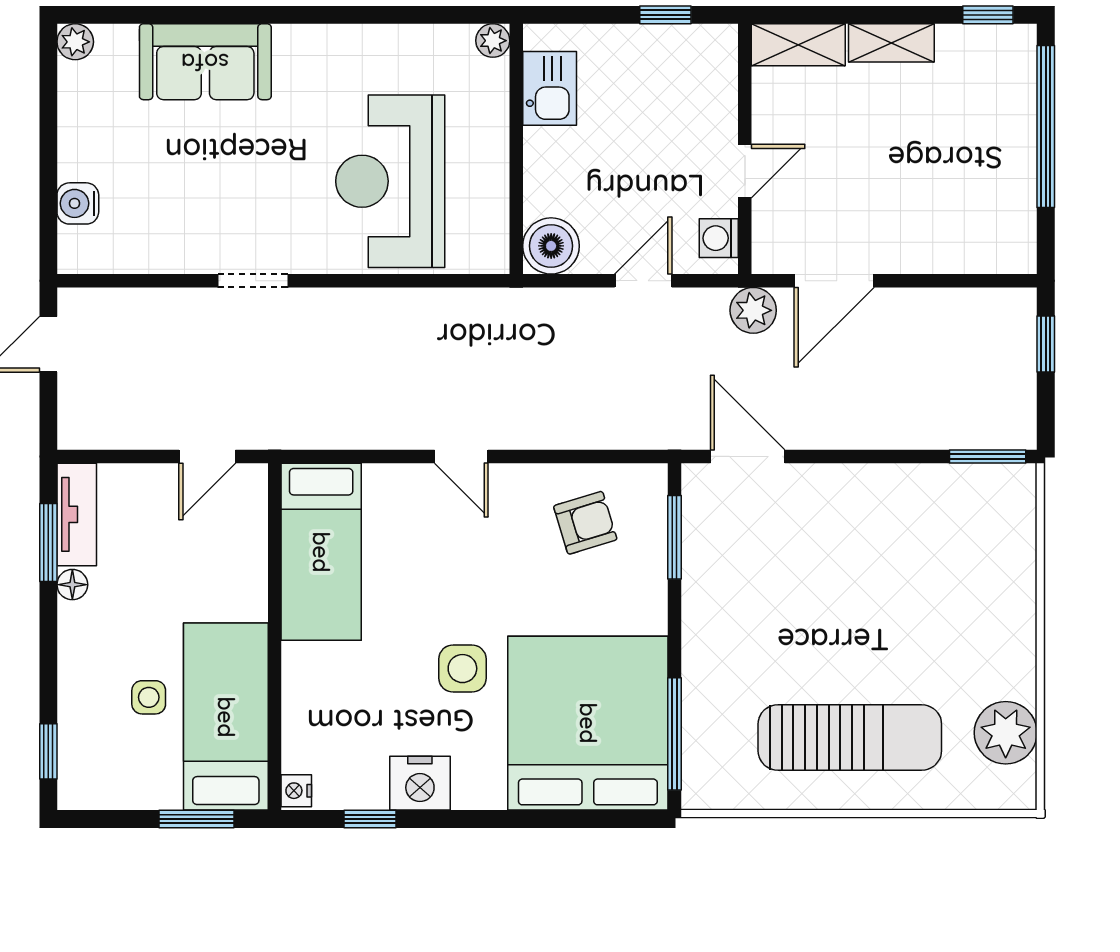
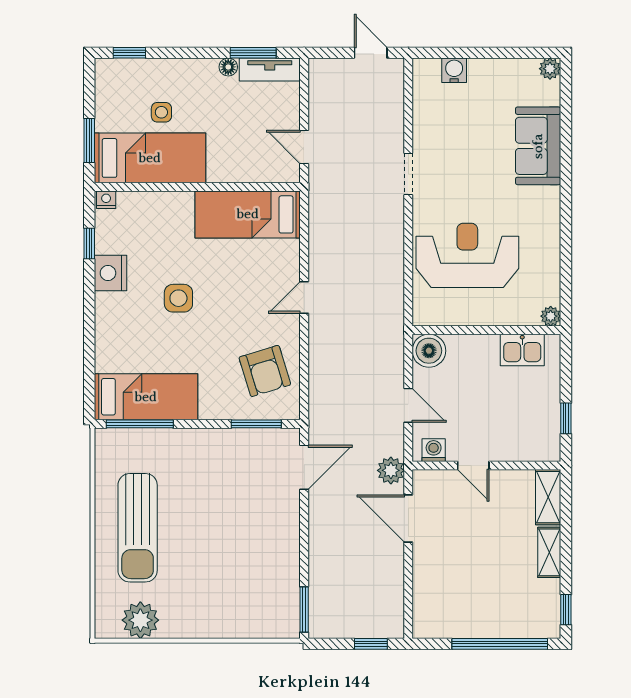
armchair: (585, 523) -> (265, 371), width x1.38, depth x1.38
bed: (588, 723) -> (146, 397), width x0.49

